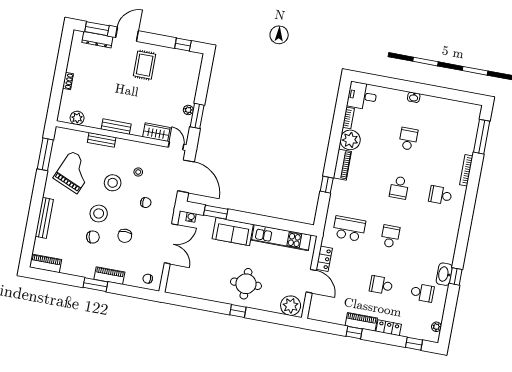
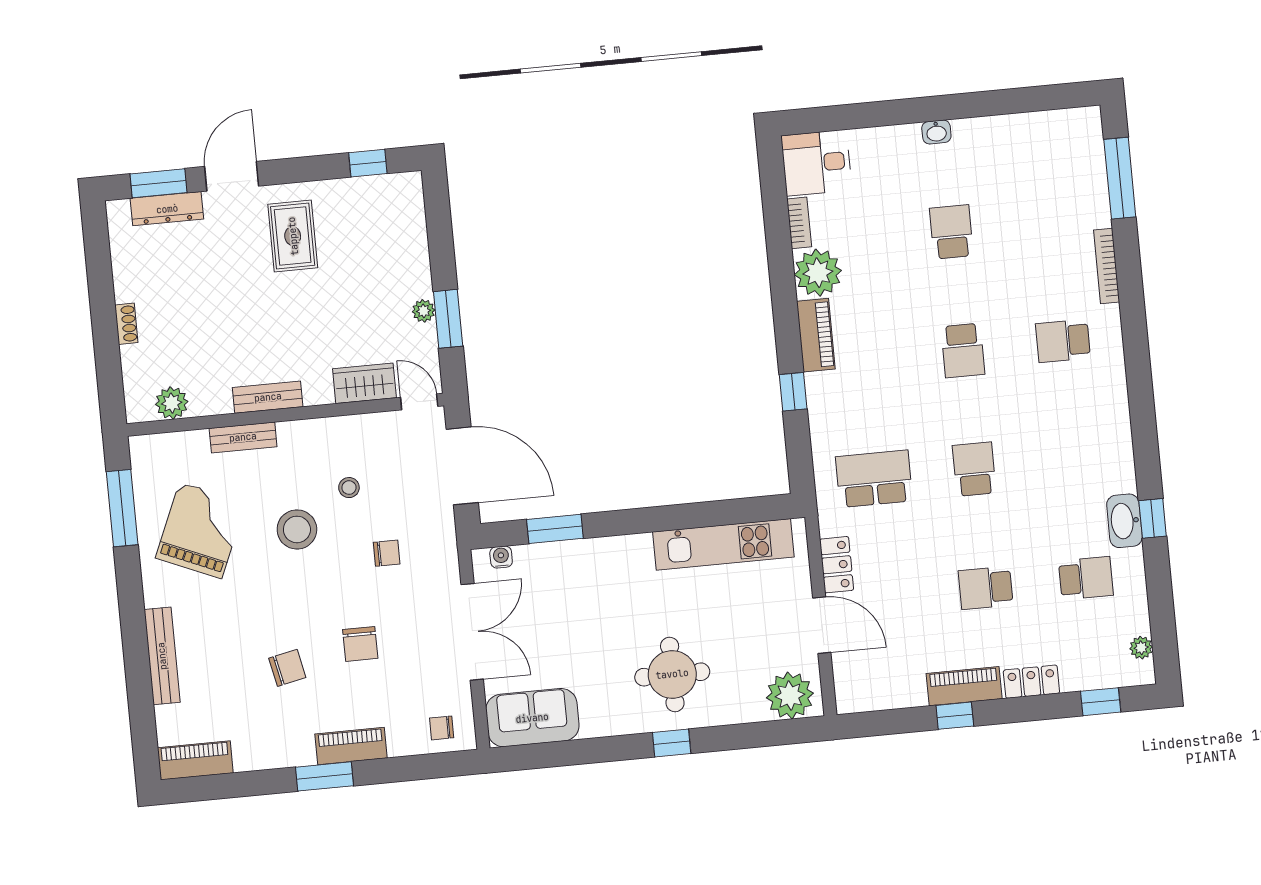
stool: (99, 214) -> (285, 610), removed
sofa: (233, 232) -> (532, 718), moved, turned 180

